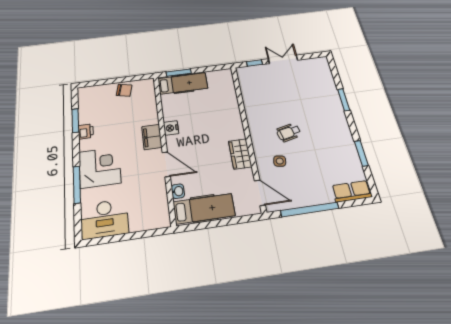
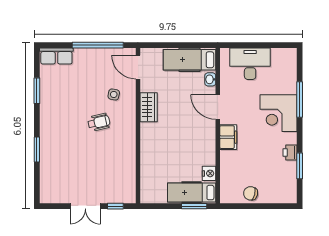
nightstand: (171, 128) -> (209, 173), moved
desk: (105, 219) -> (250, 64), moved

